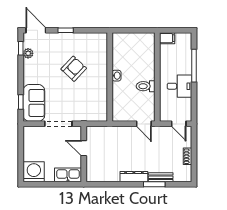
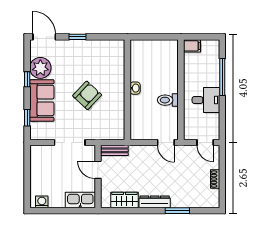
window: (21, 48) -> (27, 79), moved
plant: (28, 53) -> (40, 68), width x1.88, depth x1.88
armchair: (74, 69) -> (87, 95), moved
sofa: (34, 103) -> (42, 100), moved
washing machine: (34, 172) -> (42, 202), width x0.53, depth x0.53
wardrobe: (107, 175) -> (124, 200), added
bench: (161, 177) -> (114, 150), moved

